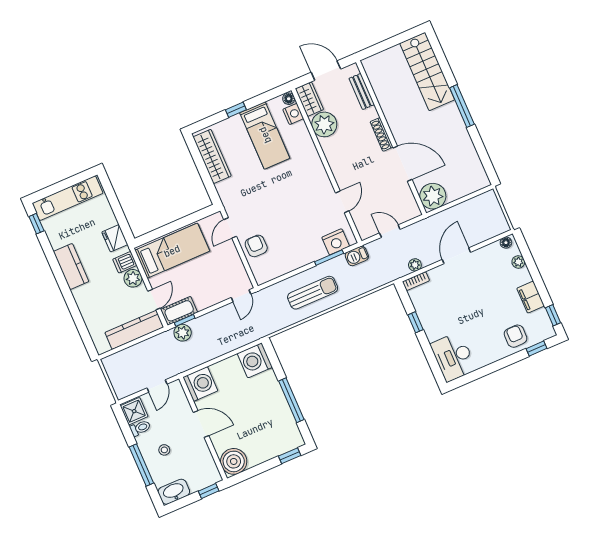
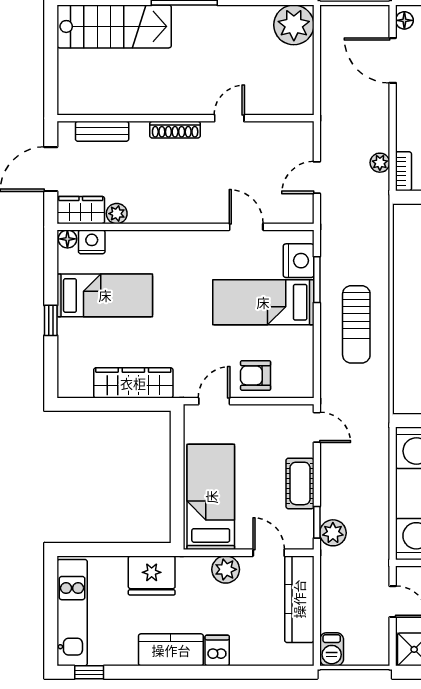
plant: (324, 124) -> (117, 214), width x0.53, depth x0.53
wardrobe: (212, 156) -> (133, 383), moved
door: (402, 164) -> (229, 118), width x0.53
plant: (433, 196) -> (294, 25), moved
door: (230, 228) -> (214, 401), swing flipped
bed: (302, 232) -> (263, 302), added
fridge: (115, 238) -> (152, 575), width x1.36, depth x1.34
barbecue: (357, 256) -> (332, 649), moved
door: (456, 256) -> (393, 60), moved
dishwasher: (125, 262) -> (217, 650), moved, turned 180
sun lounger: (313, 293) -> (356, 324), turned 180
cot: (179, 311) -> (300, 483), moved

